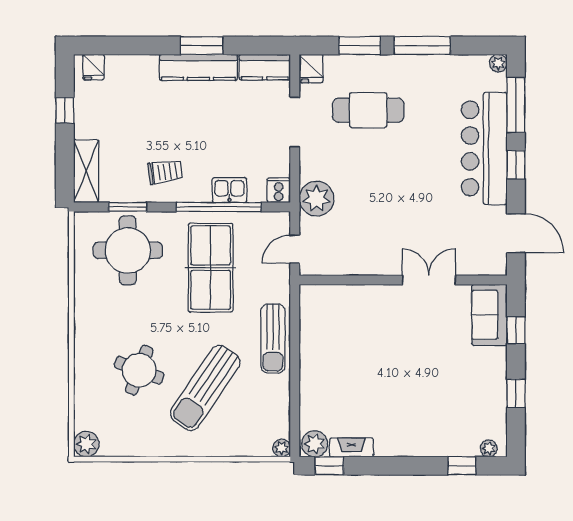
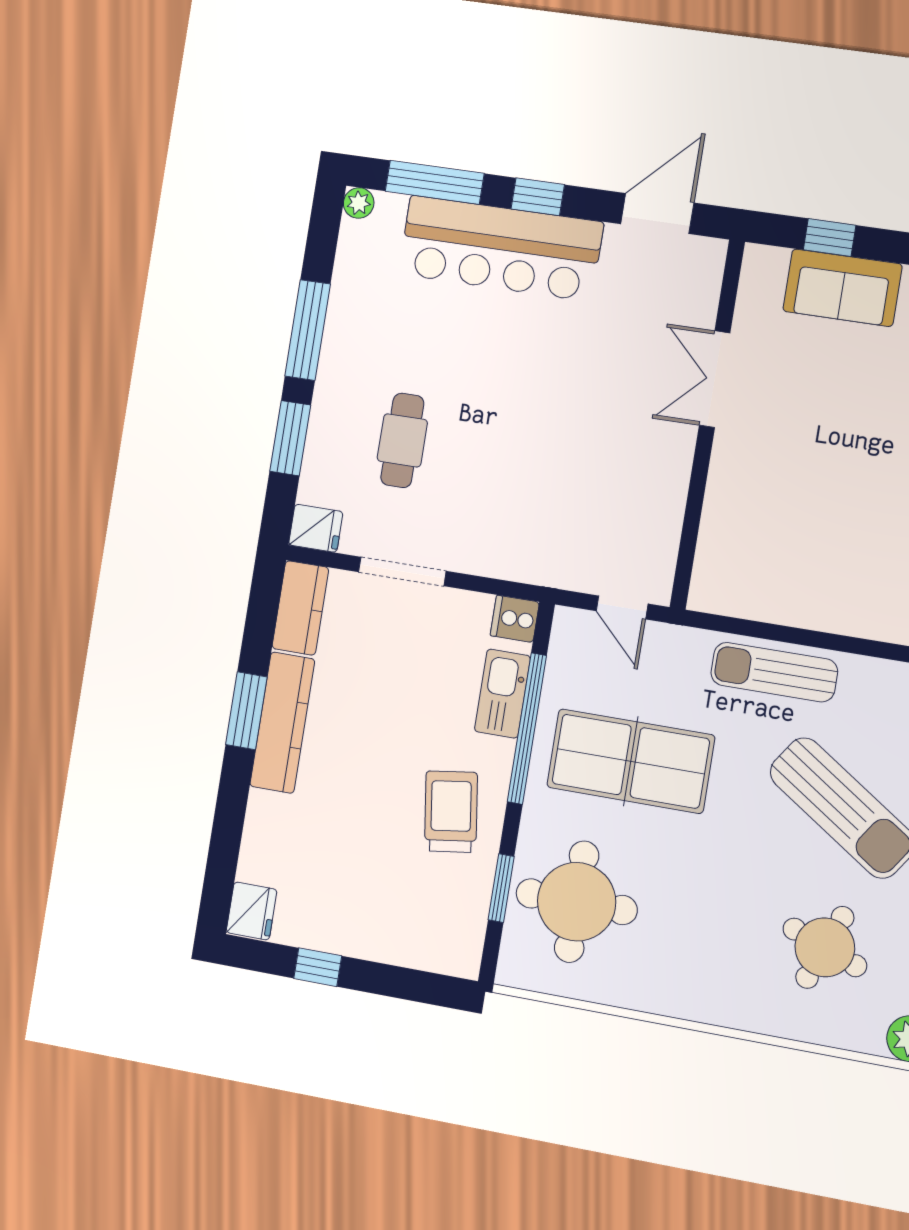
fridge: (93, 67) -> (252, 911), width x1.38
cafe table: (368, 110) -> (402, 440), width x0.73, depth x0.74
shelving: (86, 171) -> (427, 949), removed
trolley: (165, 172) -> (451, 812), width x1.36, depth x1.39
kitchen sink: (229, 190) -> (502, 694), width x1.38
plant: (317, 199) -> (540, 555), removed
sofa: (489, 315) -> (842, 288), moved
sun lounger: (273, 339) -> (774, 672), turned 180
round table: (139, 370) -> (825, 947), moved

